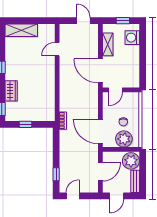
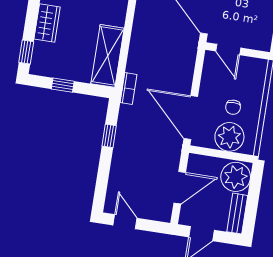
door: (116, 90) -> (228, 50), hinge flipped
shelving: (48, 104) -> (108, 56), added
window: (56, 174) -> (109, 136), moved
door: (73, 196) -> (125, 222), hinge flipped

